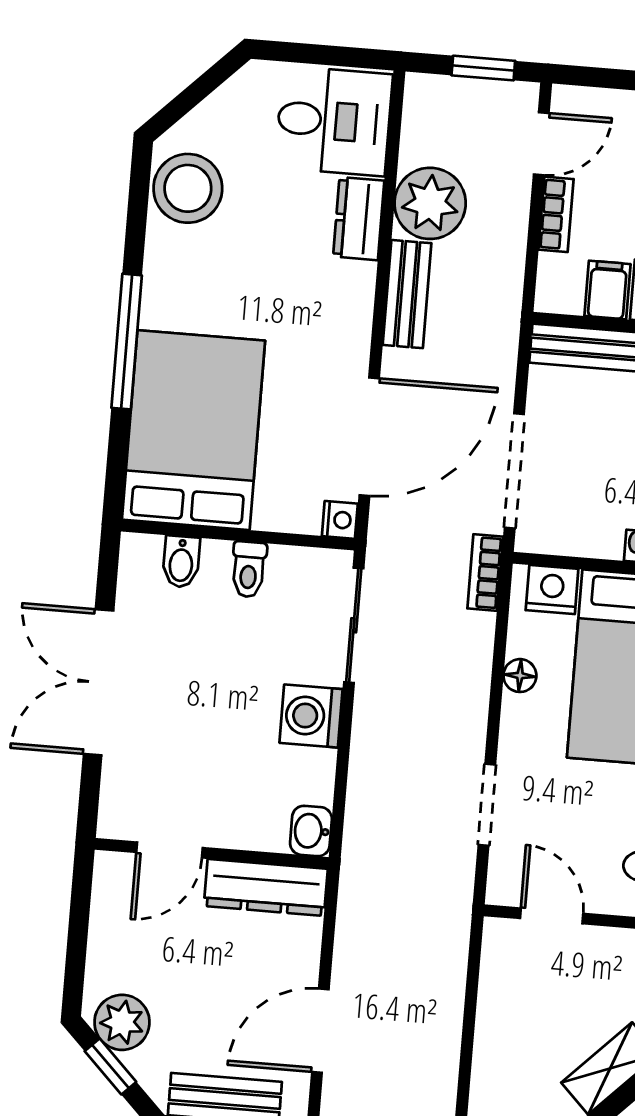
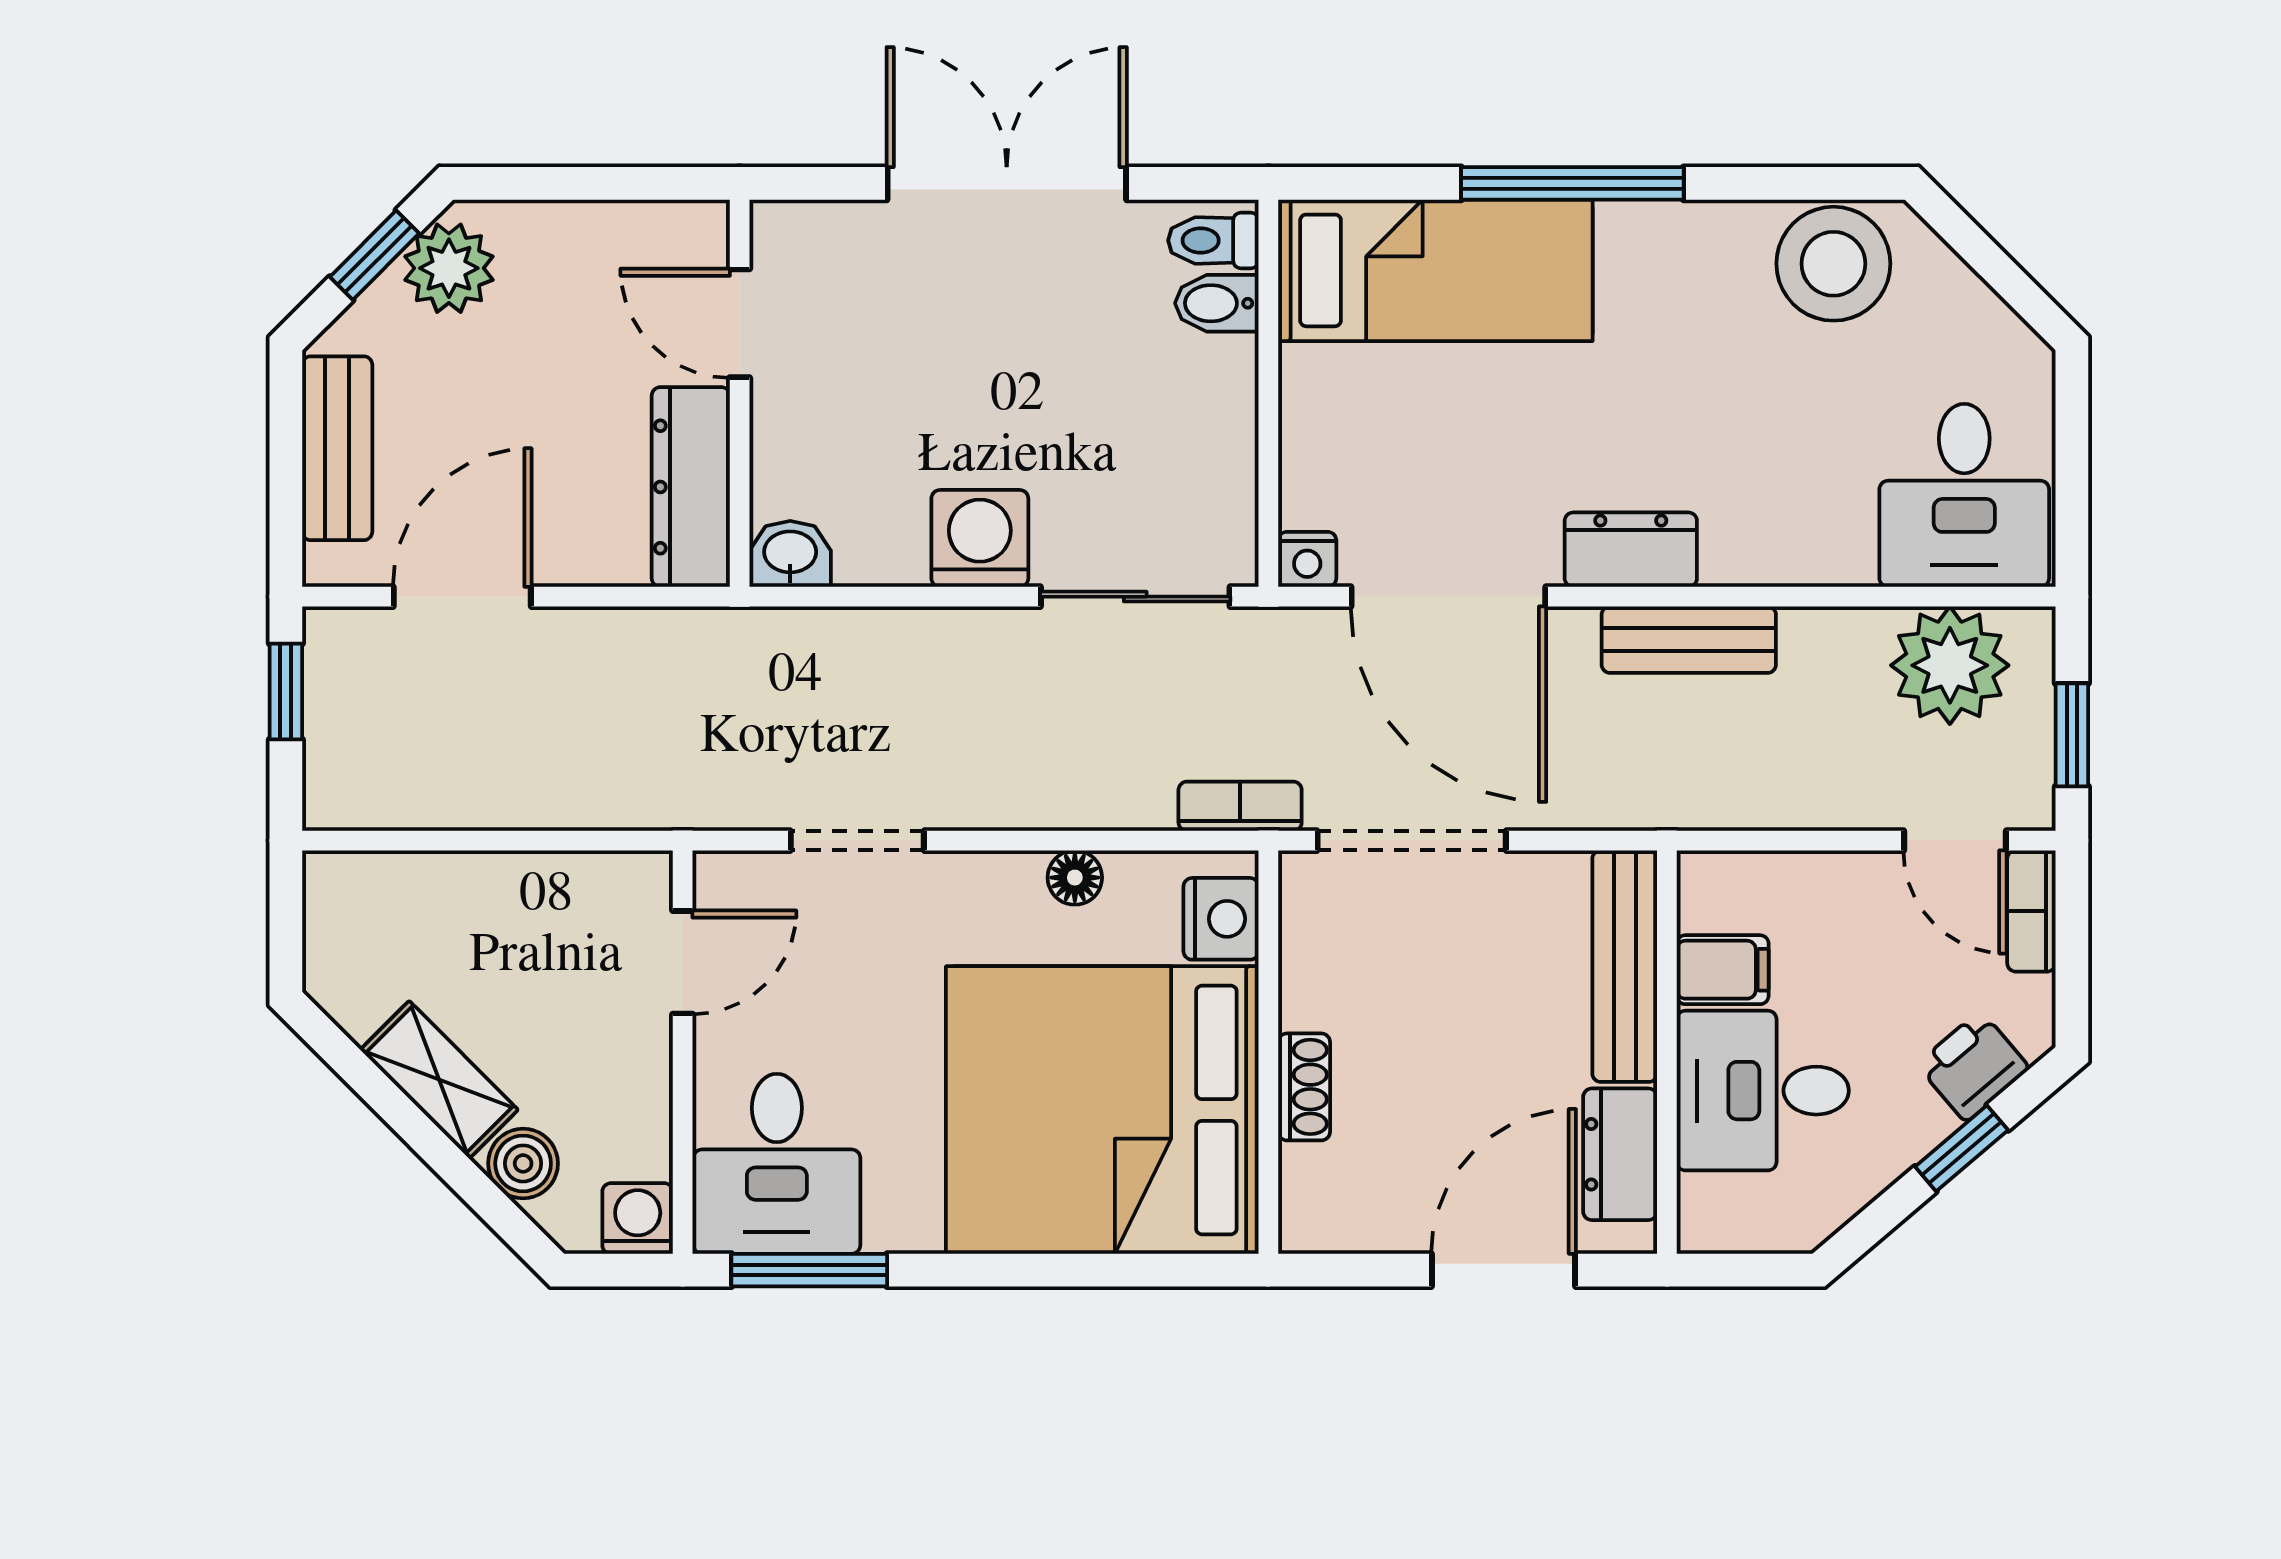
plant: (430, 203) -> (1950, 665), moved
bookcase: (556, 214) -> (2031, 911), moved, turned 90
dresser: (359, 219) -> (1631, 550), moved
bed: (193, 430) -> (1435, 270), width x0.67
toilet: (249, 569) -> (1213, 240), moved
door: (320, 1031) -> (462, 597), hinge flipped

